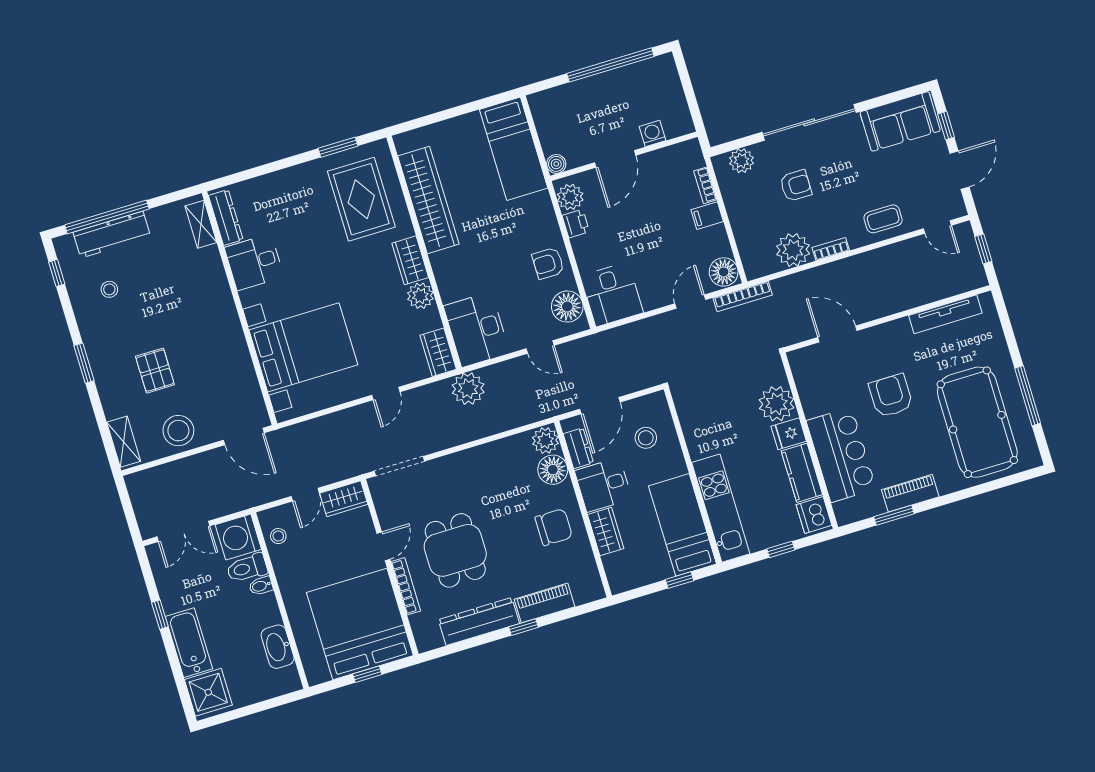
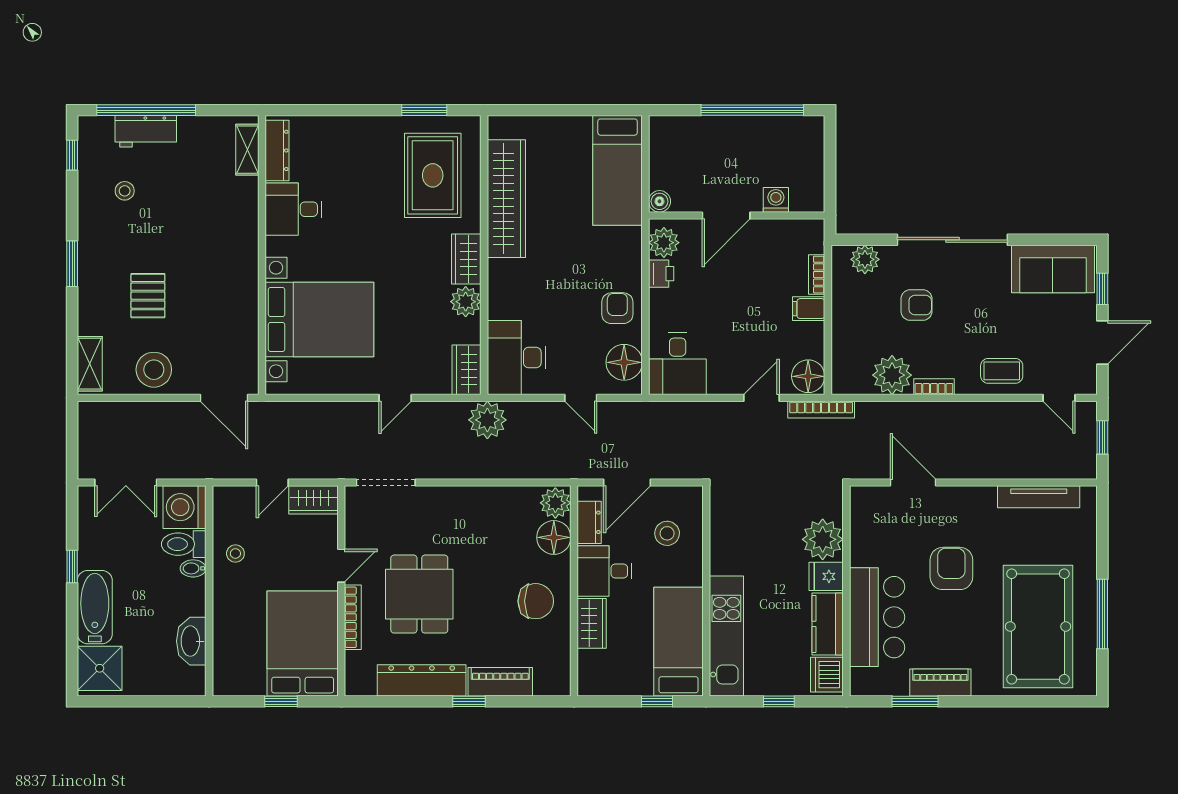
workbench: (112, 235) -> (146, 131), width x0.73
armchair: (548, 263) -> (617, 308), turned 90
stool: (278, 536) -> (235, 554), moved
bed: (360, 624) -> (303, 643), width x0.73

